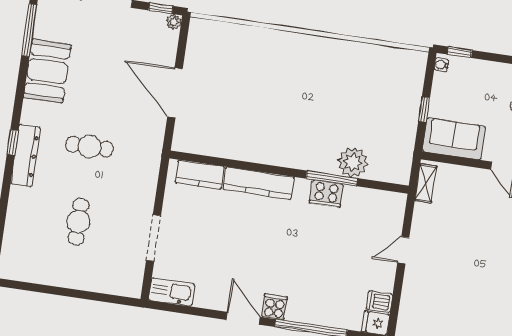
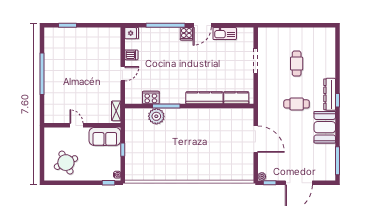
booth: (47, 71) -> (325, 127), moved
cooker: (326, 194) -> (151, 98), moved
kitchen sink: (172, 292) -> (225, 34), moved
dishwasher: (379, 302) -> (131, 55), moved
door: (243, 318) -> (202, 25), hinge flipped

